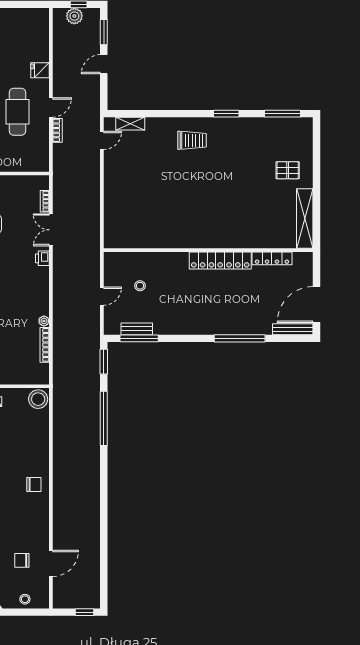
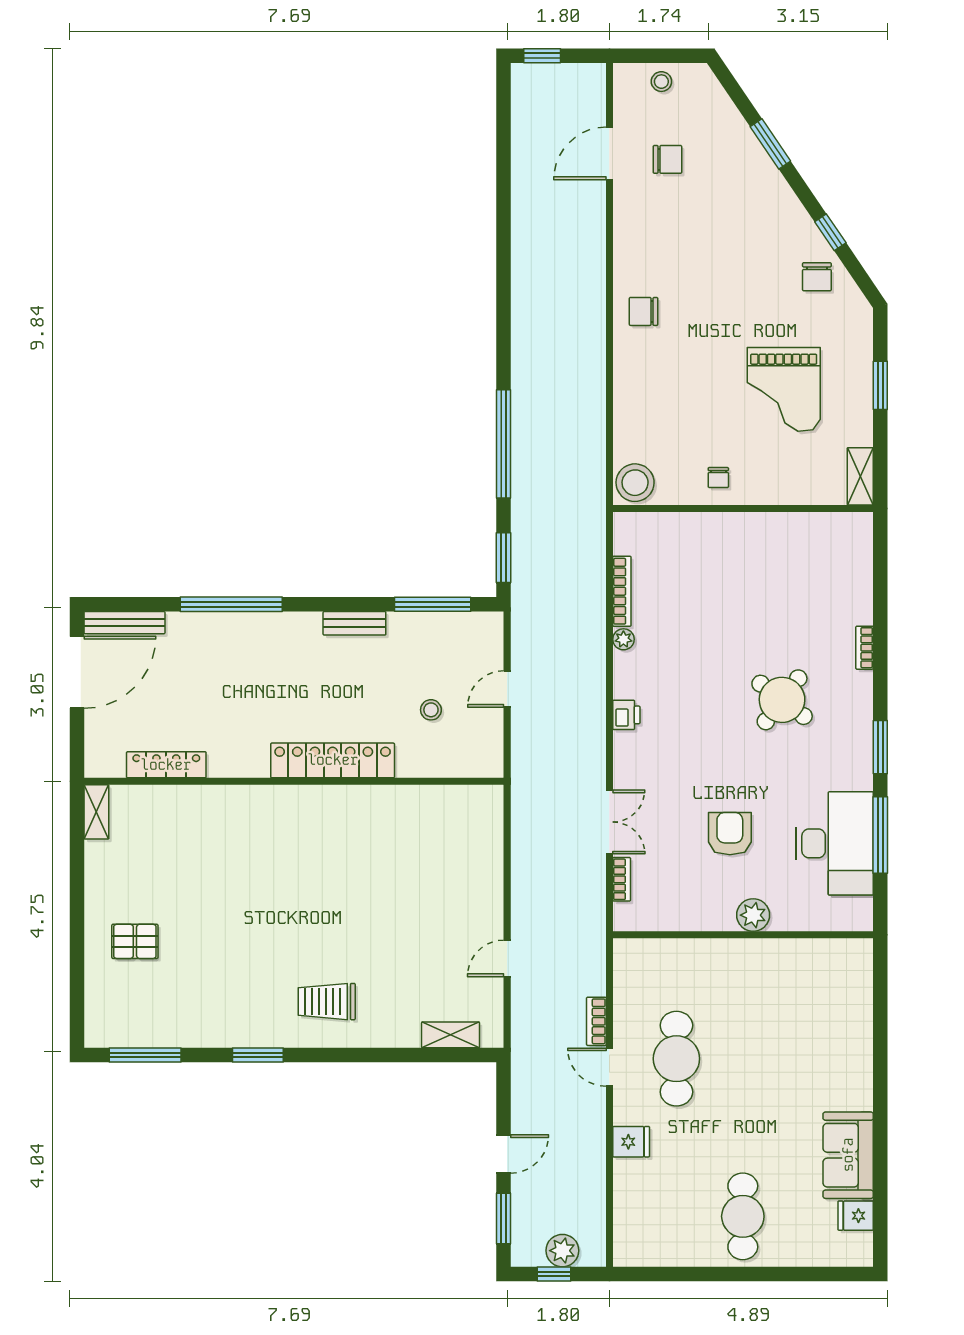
door: (51, 107) -> (609, 1067), hinge flipped
door: (102, 140) -> (507, 958), moved
shelving: (305, 219) -> (96, 812), width x0.45, depth x0.75
printer: (42, 258) -> (626, 715), moved
locker: (220, 261) -> (333, 760), moved
bench: (137, 329) -> (354, 623), moved

